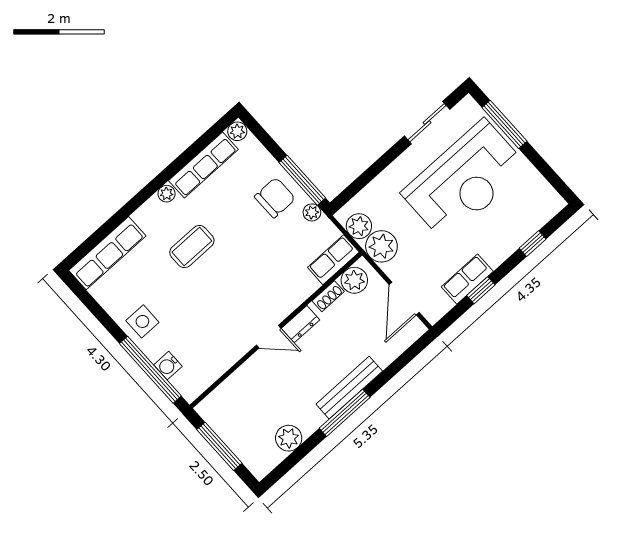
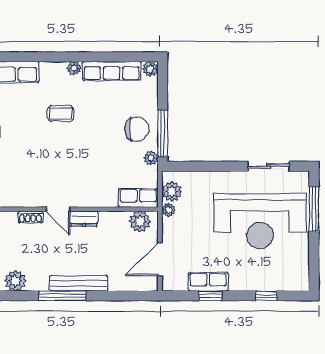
plant: (381, 246) -> (168, 210), width x0.53, depth x0.53
coffee table: (192, 247) -> (61, 114), width x0.73, depth x0.77
shoe rack: (328, 296) -> (30, 217), moved

